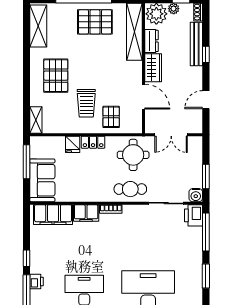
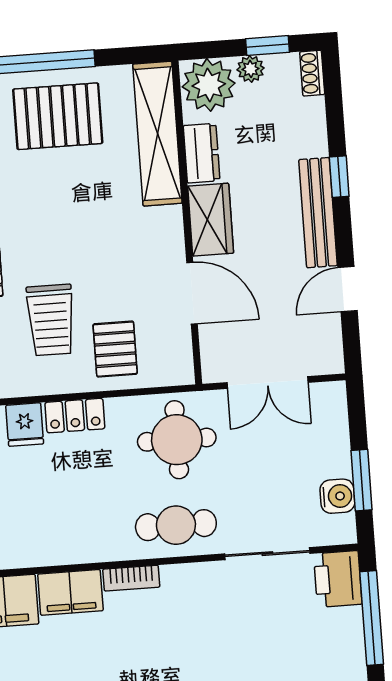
bench: (196, 44) -> (318, 213), moved
water cooler: (196, 195) -> (337, 496), moved, turned -90

